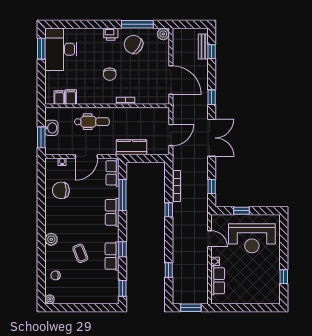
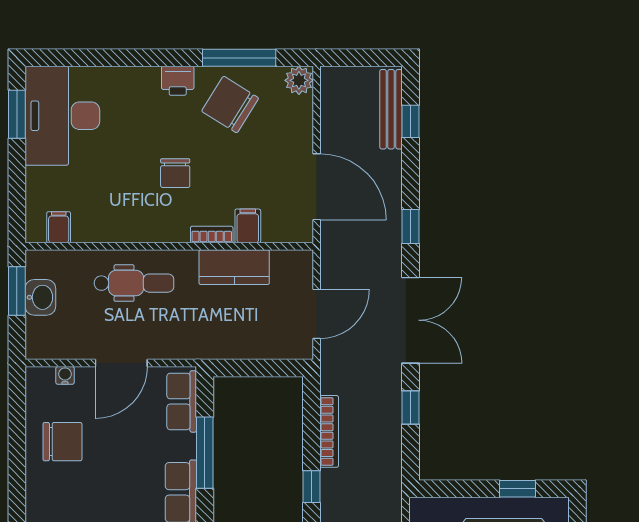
bench: (203, 46) -> (391, 109), width x1.36
filing cabinet: (71, 97) -> (248, 226), moved
window: (41, 137) -> (17, 291), moved
kitchen counter: (131, 147) -> (234, 267), moved, turned 180
window: (212, 187) -> (411, 407), moved
chair: (61, 190) -> (62, 442), turned 180
window: (241, 211) -> (518, 489), moved

